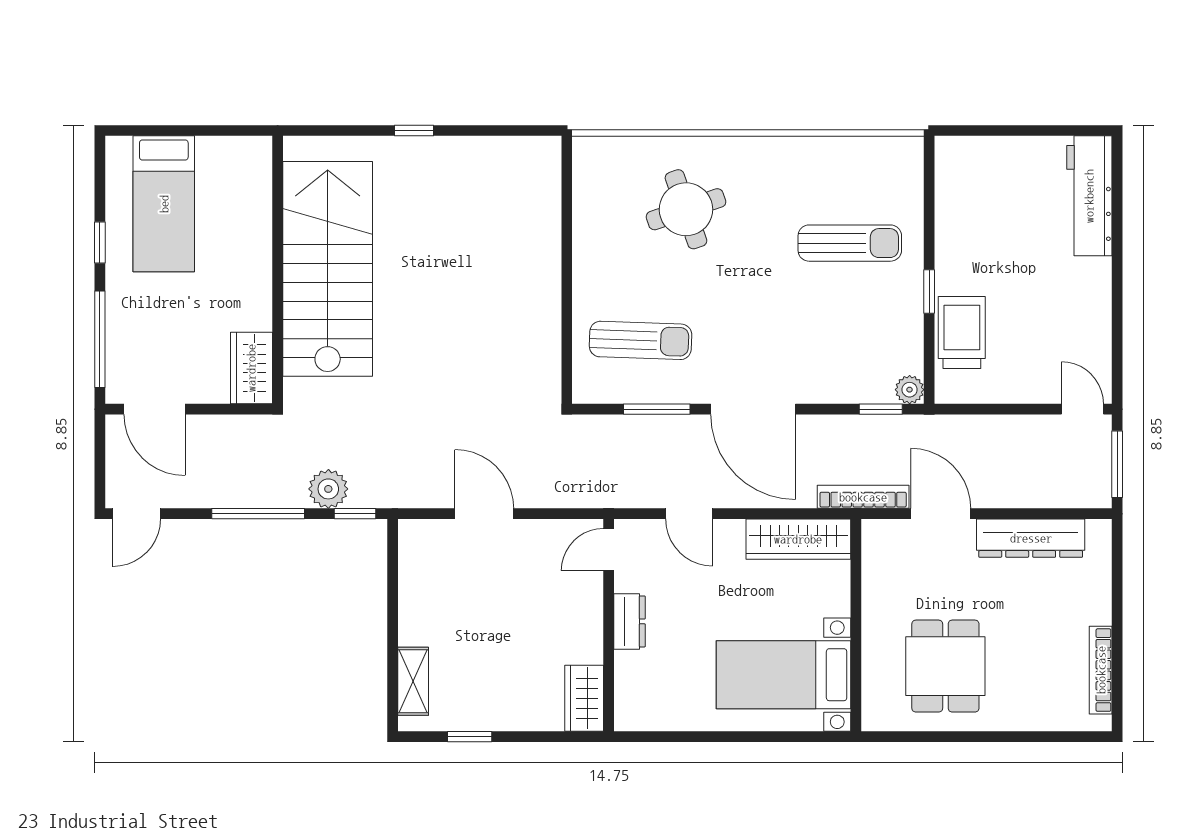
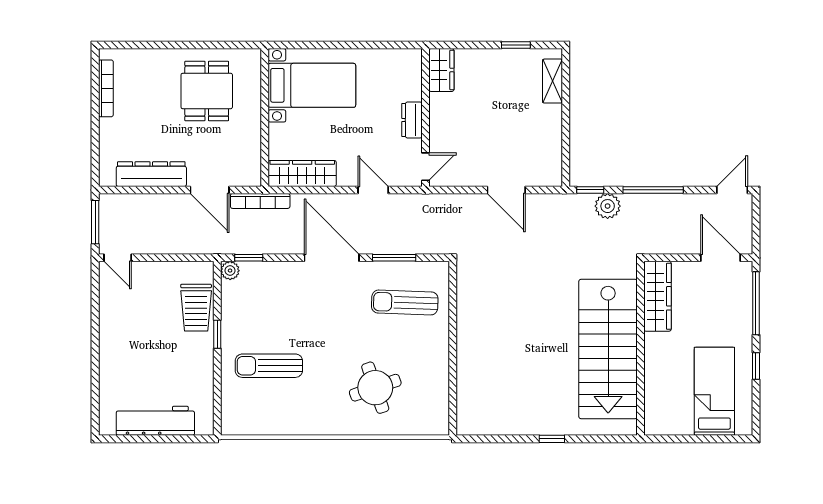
workbench: (1089, 196) -> (155, 421), moved, turned -90
wardrobe: (251, 368) -> (657, 296), width x1.50

